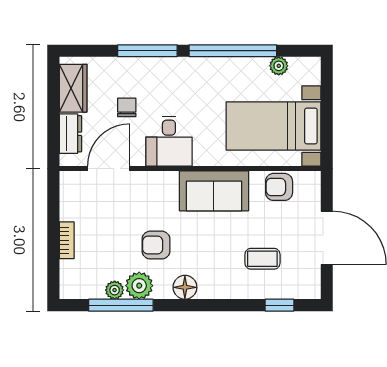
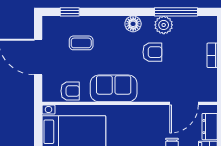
desk: (169, 141) -> (144, 122), removed
plant: (115, 290) -> (180, 22), removed

